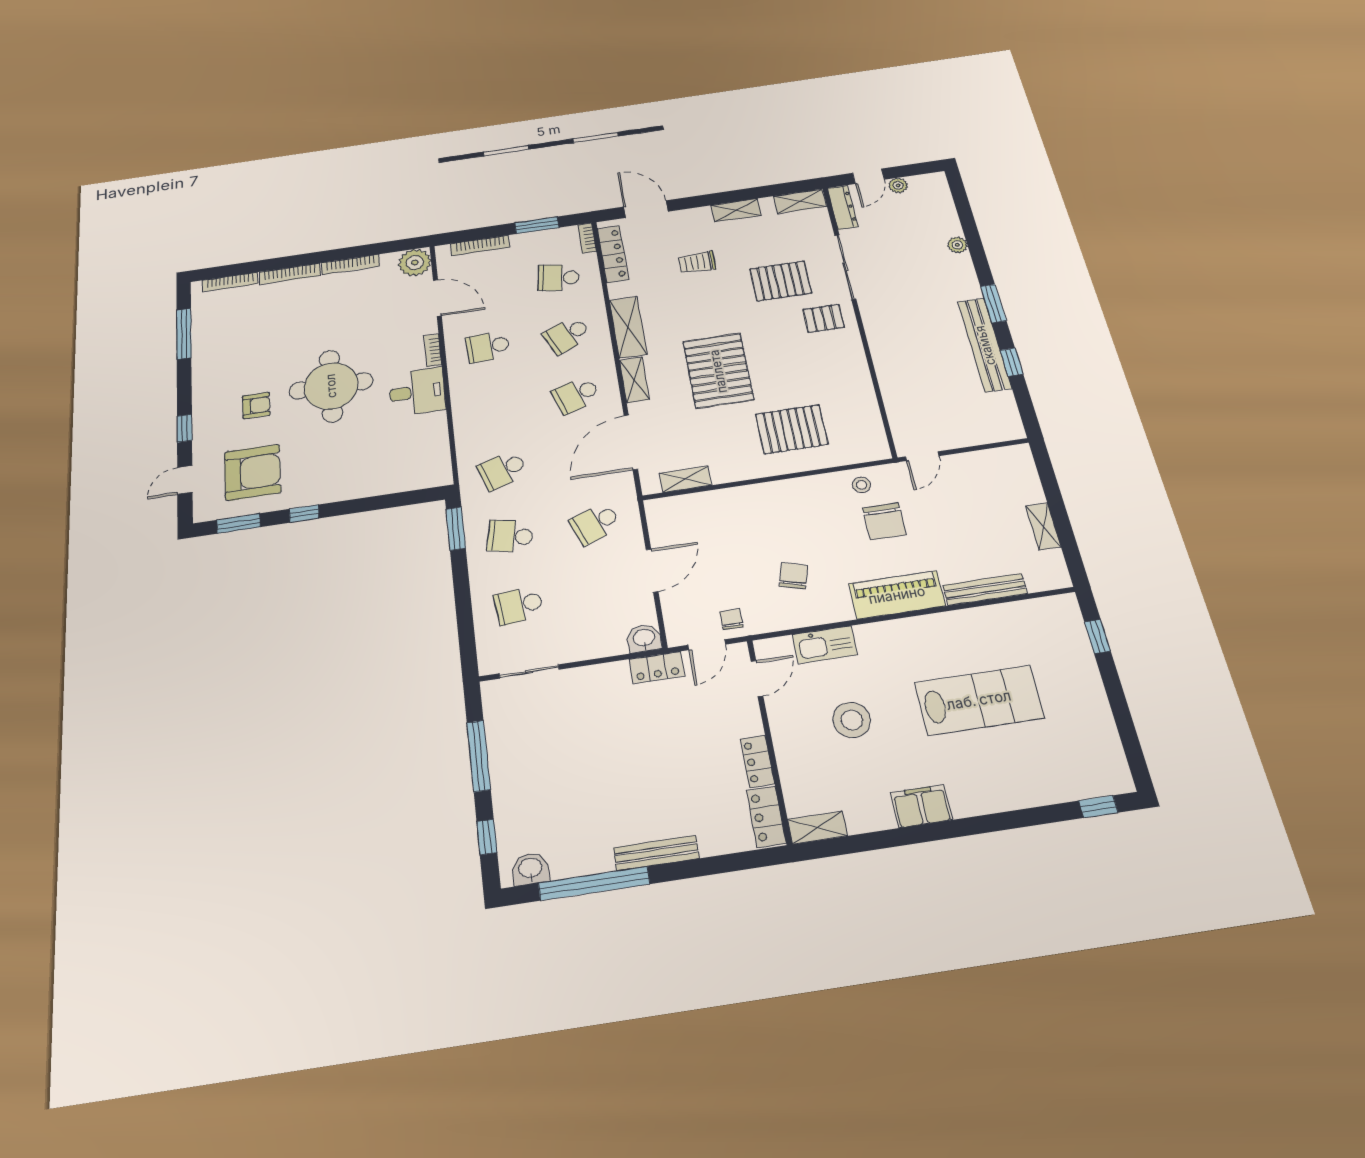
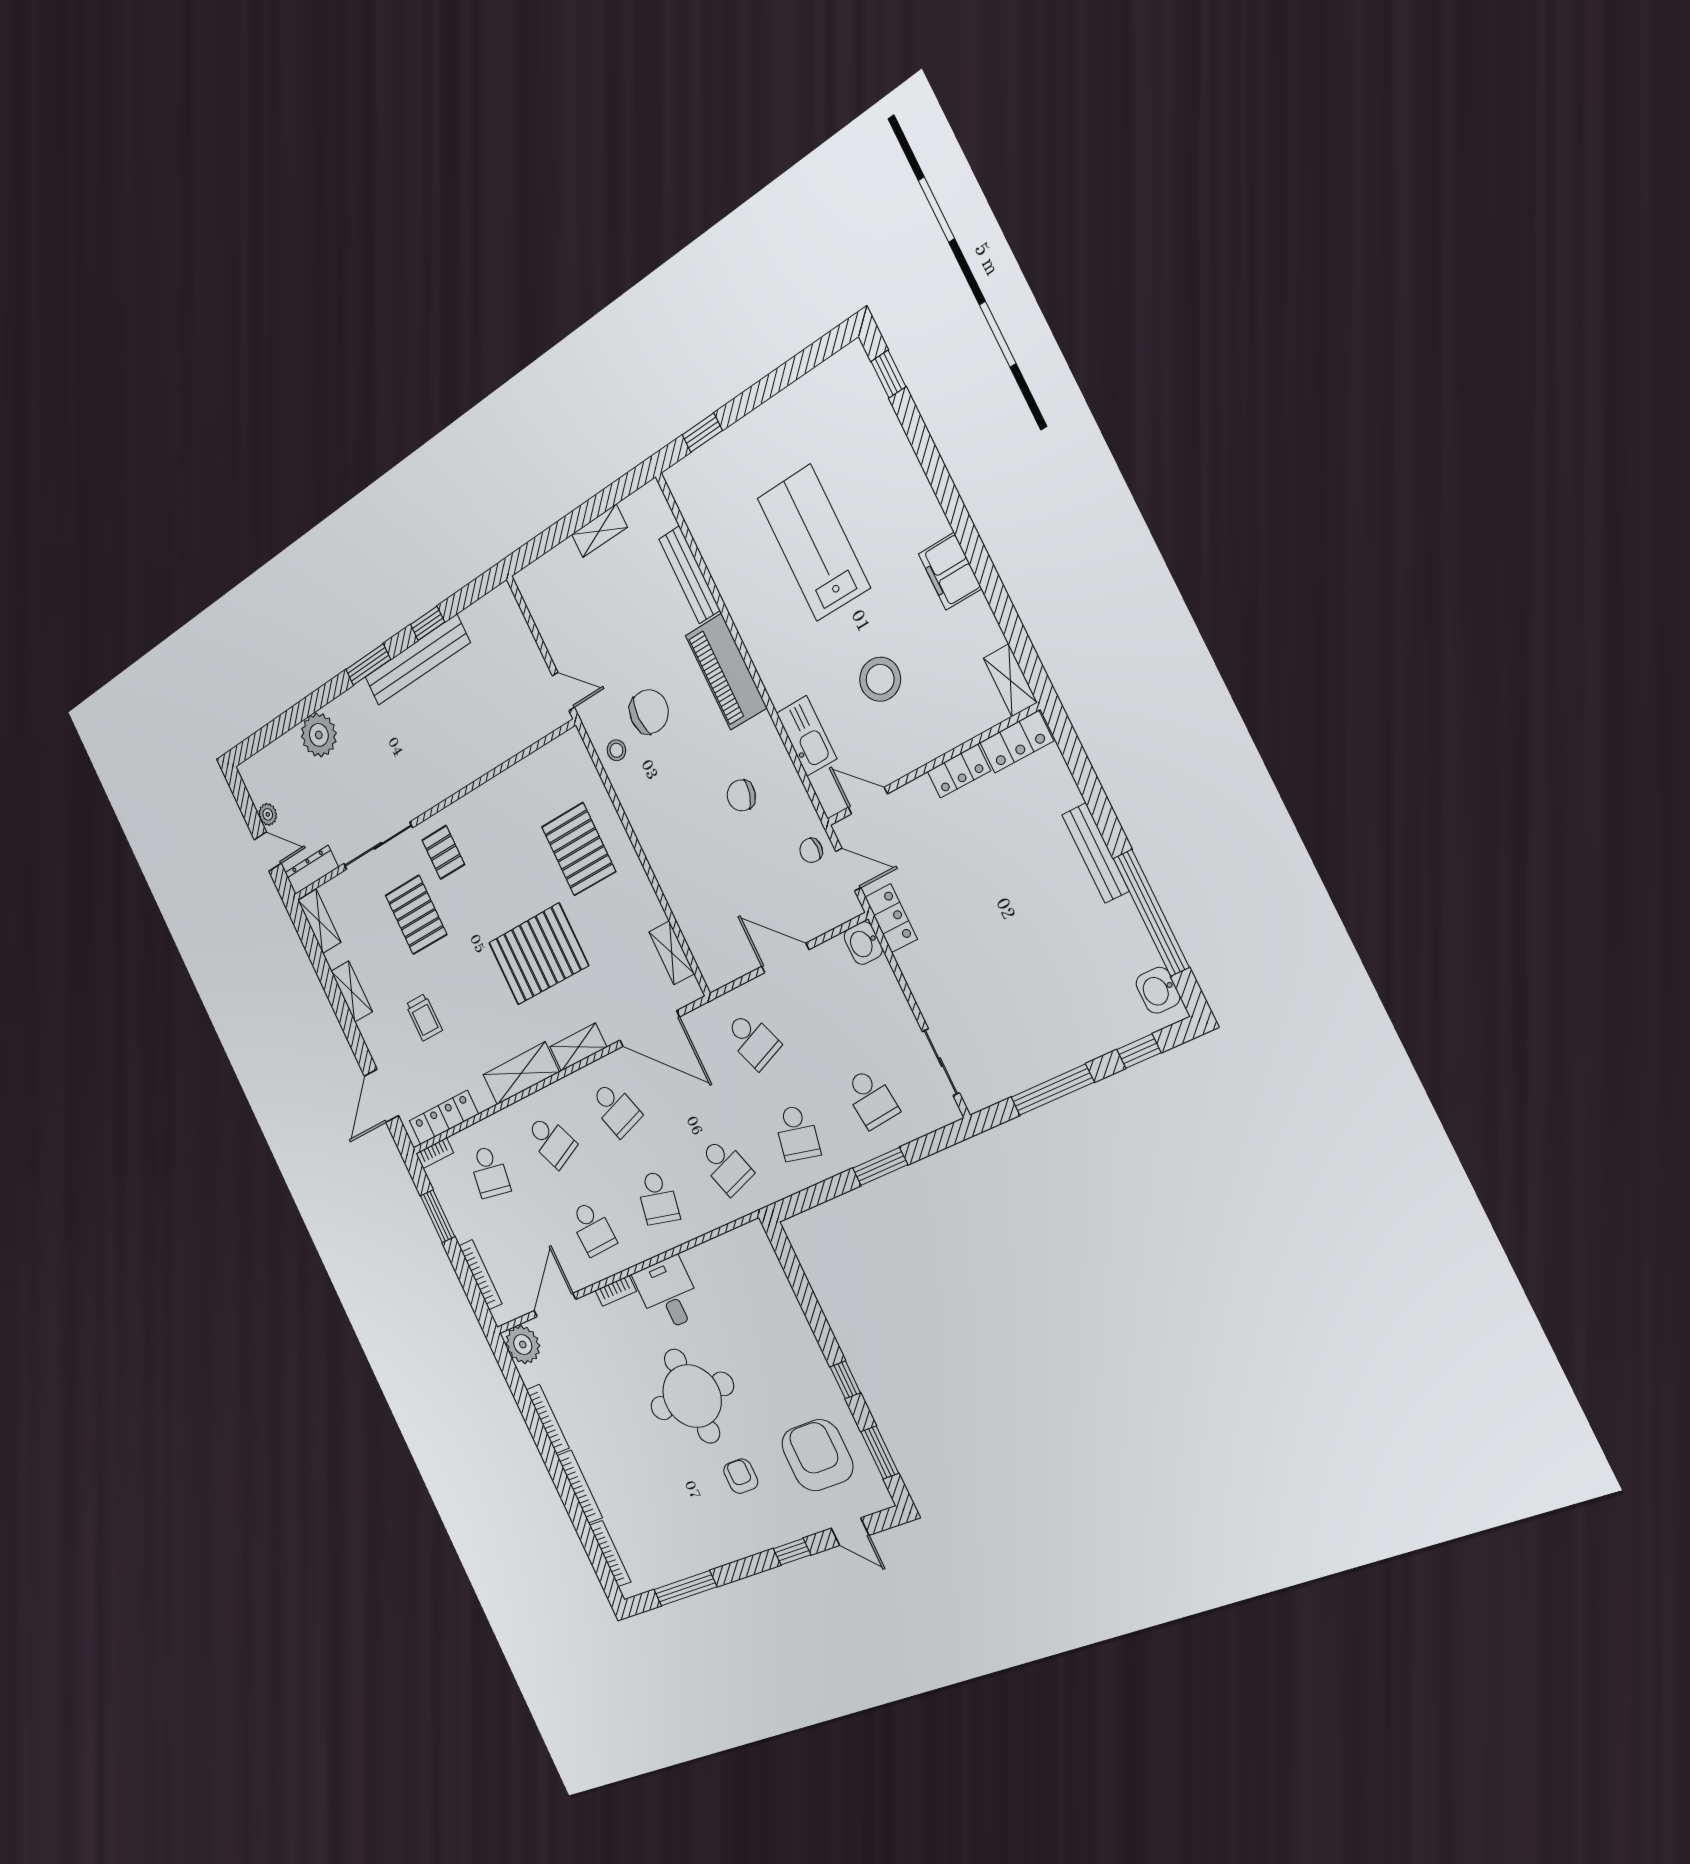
plant: (957, 245) -> (319, 735), width x1.88, depth x1.88
school desk: (495, 407) -> (658, 1198), added
window: (456, 529) -> (880, 1166), moved

